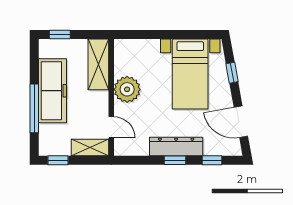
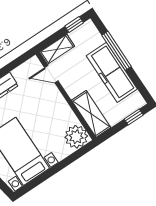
plant: (127, 89) -> (76, 137), moved

